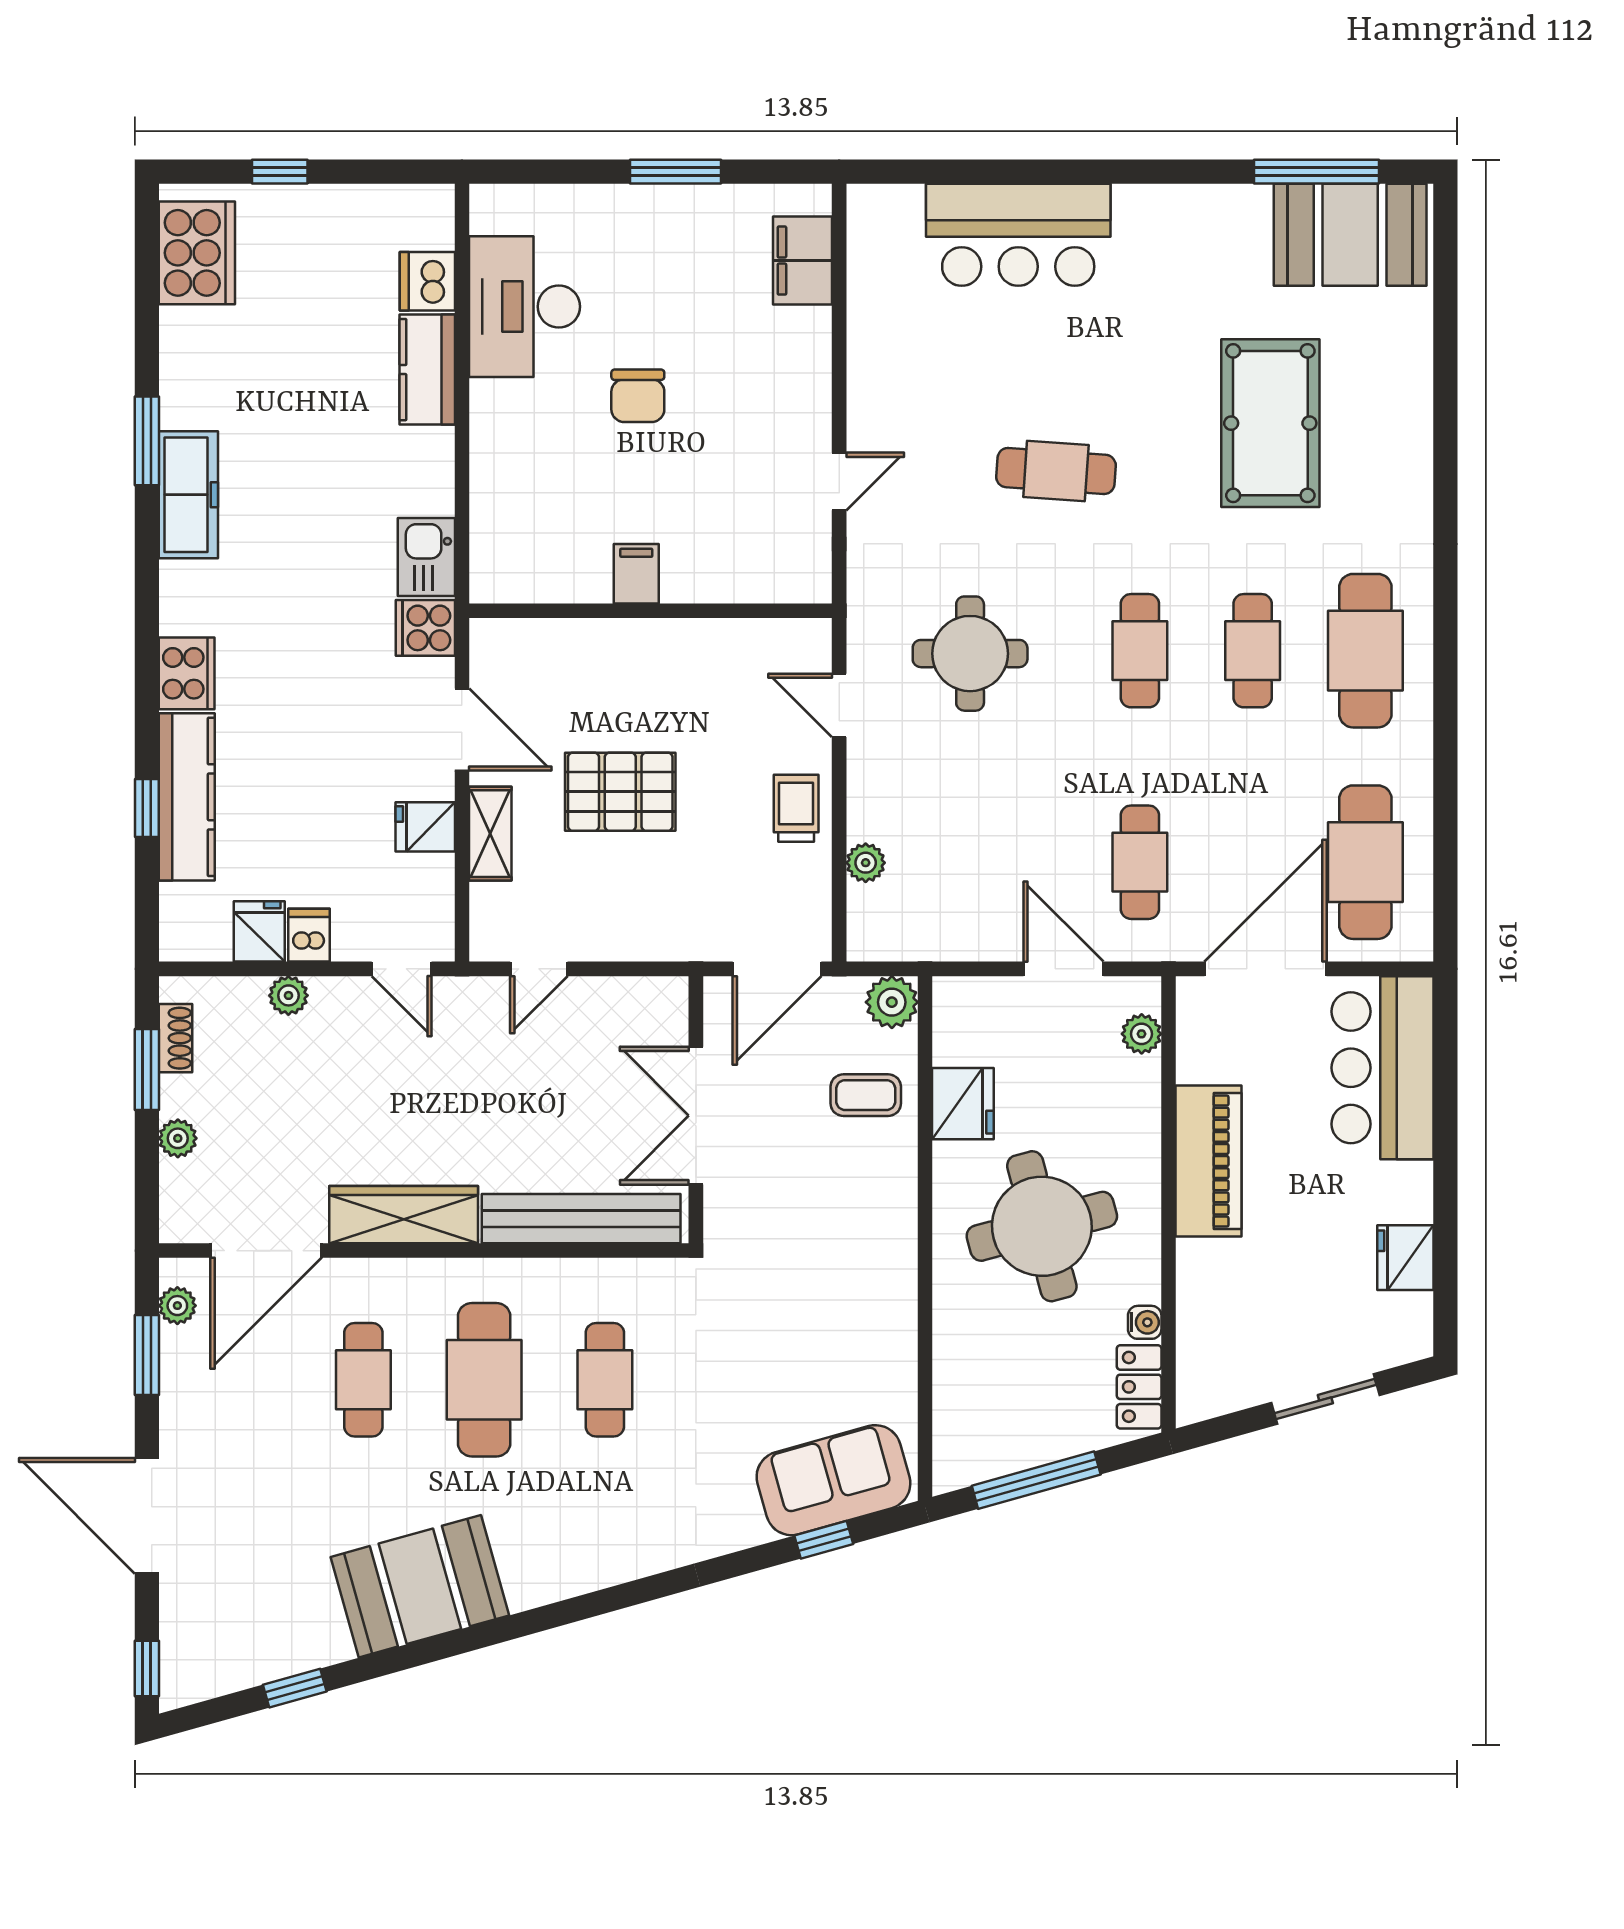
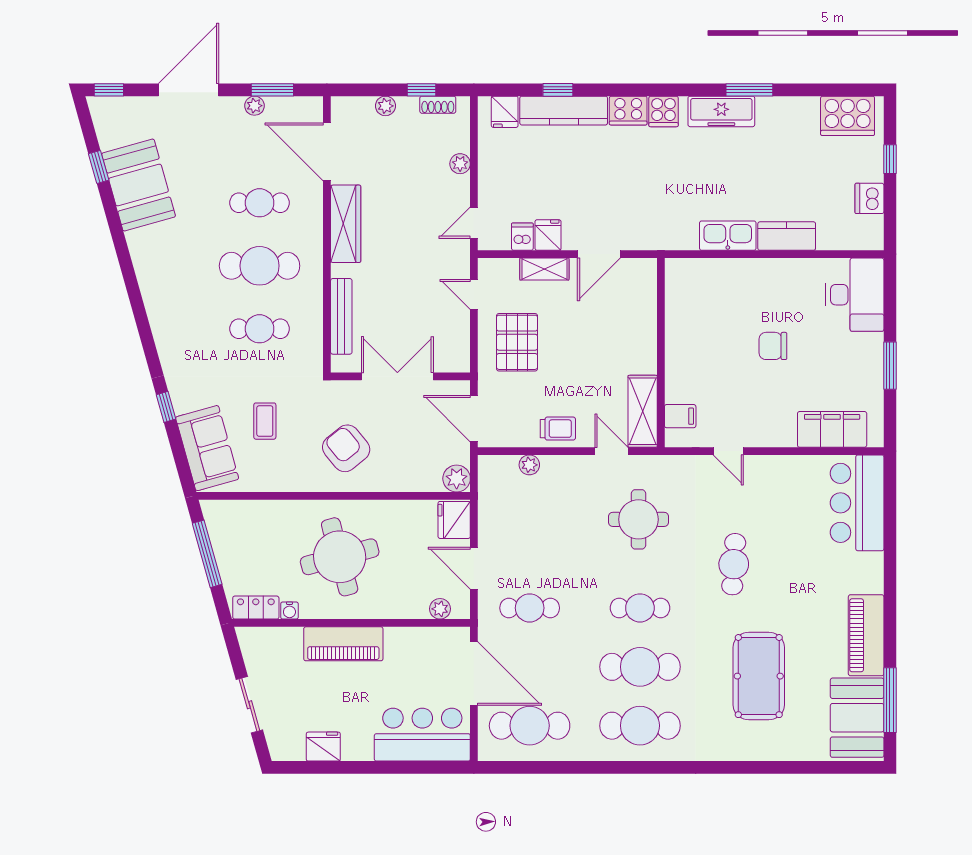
piano: (1192, 217) -> (866, 635), added
bar counter: (1018, 235) -> (857, 503), moved
filing cabinet: (803, 261) -> (832, 429), width x1.50, depth x1.17
dishwasher: (427, 281) -> (869, 198), moved, turned -90
desk: (524, 307) -> (855, 295), moved, turned 90
pool table: (1270, 423) -> (759, 676), turned 90
kitchen sink: (426, 557) -> (728, 236), moved, width x1.38
filing cabinet: (636, 574) -> (680, 416), moved
cooker: (425, 628) -> (664, 111), moved, turned 180
shelving: (763, 646) -> (643, 411), added
cafe table: (1253, 651) -> (640, 667), width x1.37, depth x1.35
door: (839, 705) -> (611, 451), hinge flipped
pallet: (620, 792) -> (517, 342), moved
fridge: (259, 931) -> (505, 112), moved, turned 90
dishwasher: (309, 935) -> (522, 237), moved, turned -90
door: (1063, 969) -> (474, 568), swing flipped
window: (147, 1069) -> (421, 90), width x0.67
coffee table: (866, 1095) -> (265, 421), moved
fridge: (963, 1104) -> (454, 520), moved, turned 90
piano: (1209, 1161) -> (343, 644), moved
armchair: (834, 1214) -> (346, 448), added
bench: (581, 1219) -> (341, 316), width x0.73, depth x0.82
plant: (177, 1306) -> (254, 106), moved
window: (824, 1540) -> (166, 407), moved
booth: (420, 1586) -> (139, 185), moved

